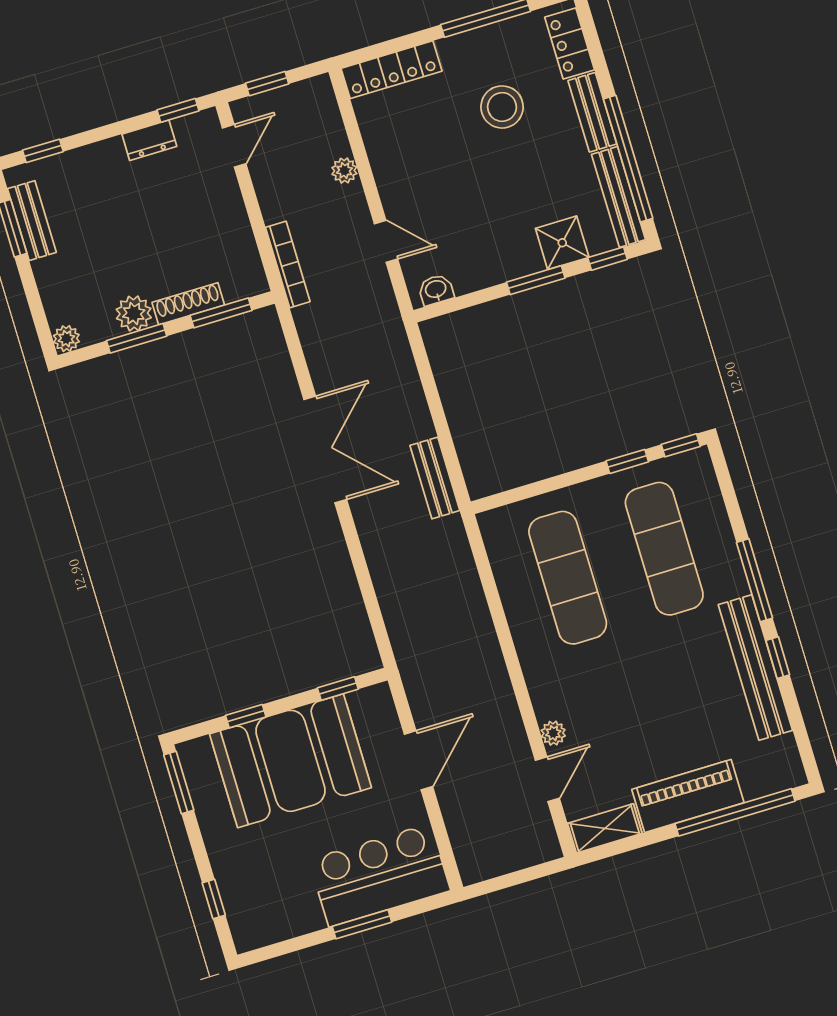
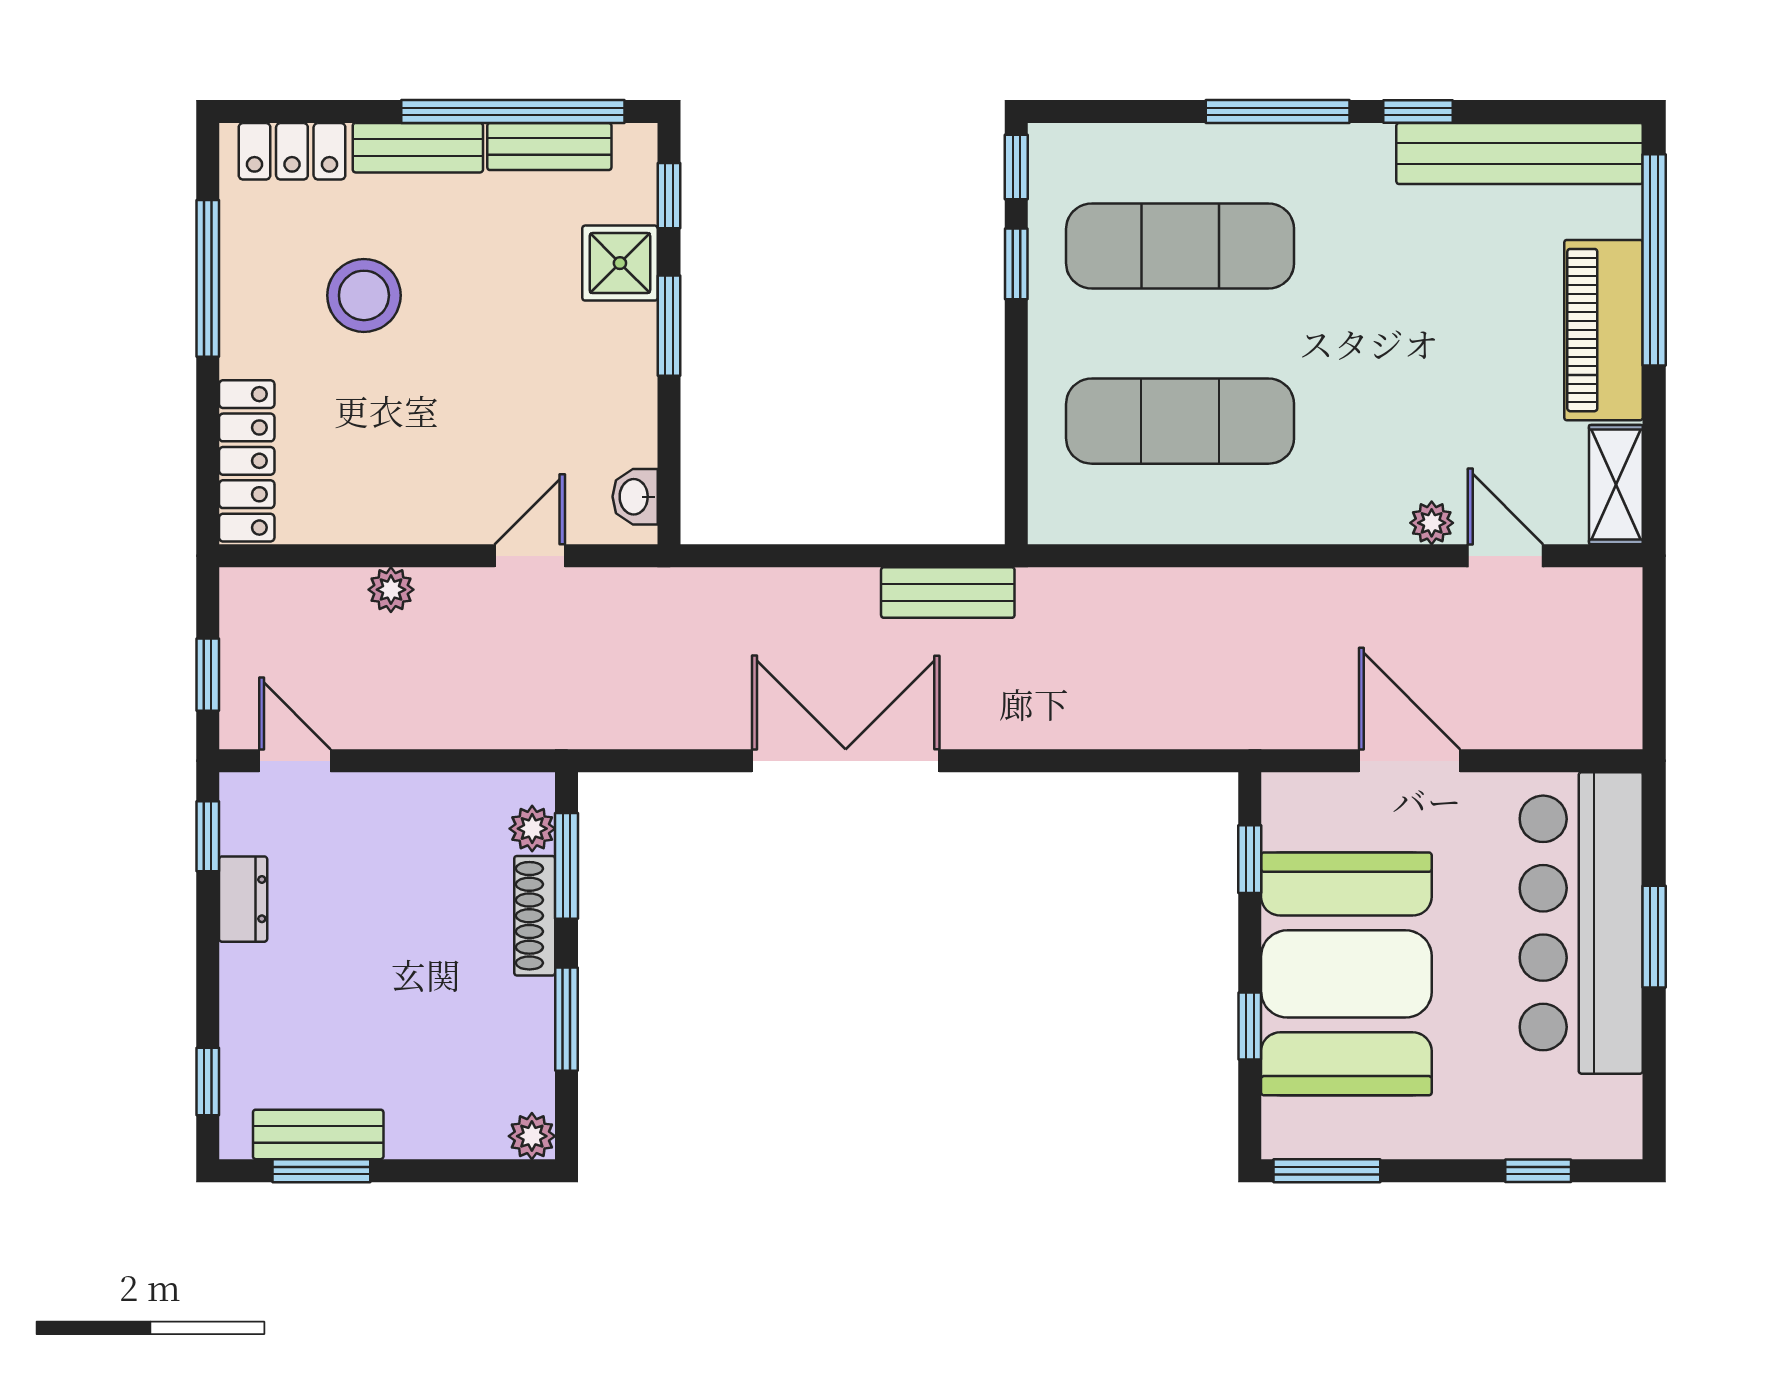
bench: (618, 197) -> (549, 147), width x0.73
bookcase: (288, 264) -> (519, 731), removed
plant: (134, 313) -> (532, 829), moved, width x0.73, depth x0.73
bench: (755, 668) -> (1520, 153), moved
bar counter: (380, 875) -> (1581, 923), width x1.36

